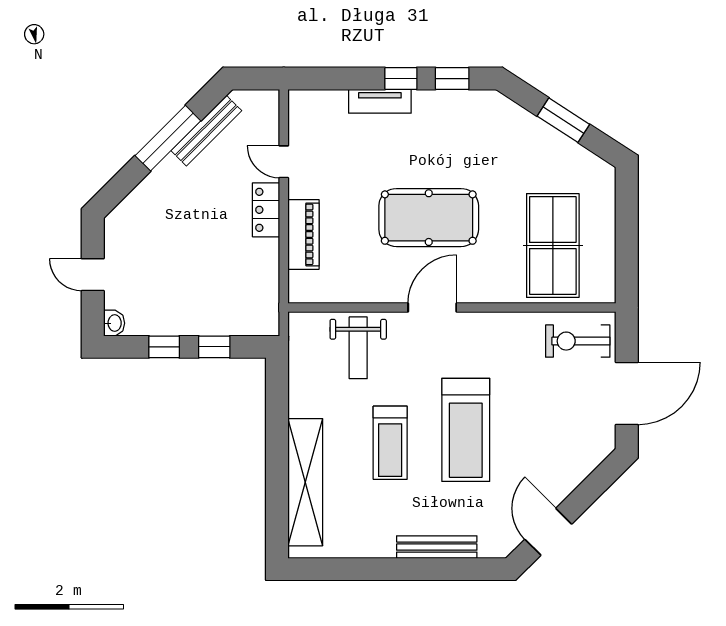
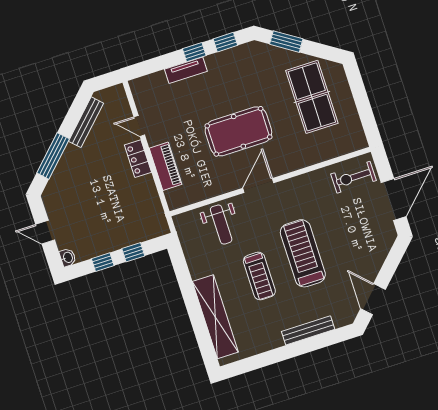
window: (563, 120) -> (286, 42), moved
window: (168, 138) -> (53, 156), moved
table tennis table: (553, 246) -> (312, 97), moved
treadmill: (466, 430) -> (303, 253), turned 180

